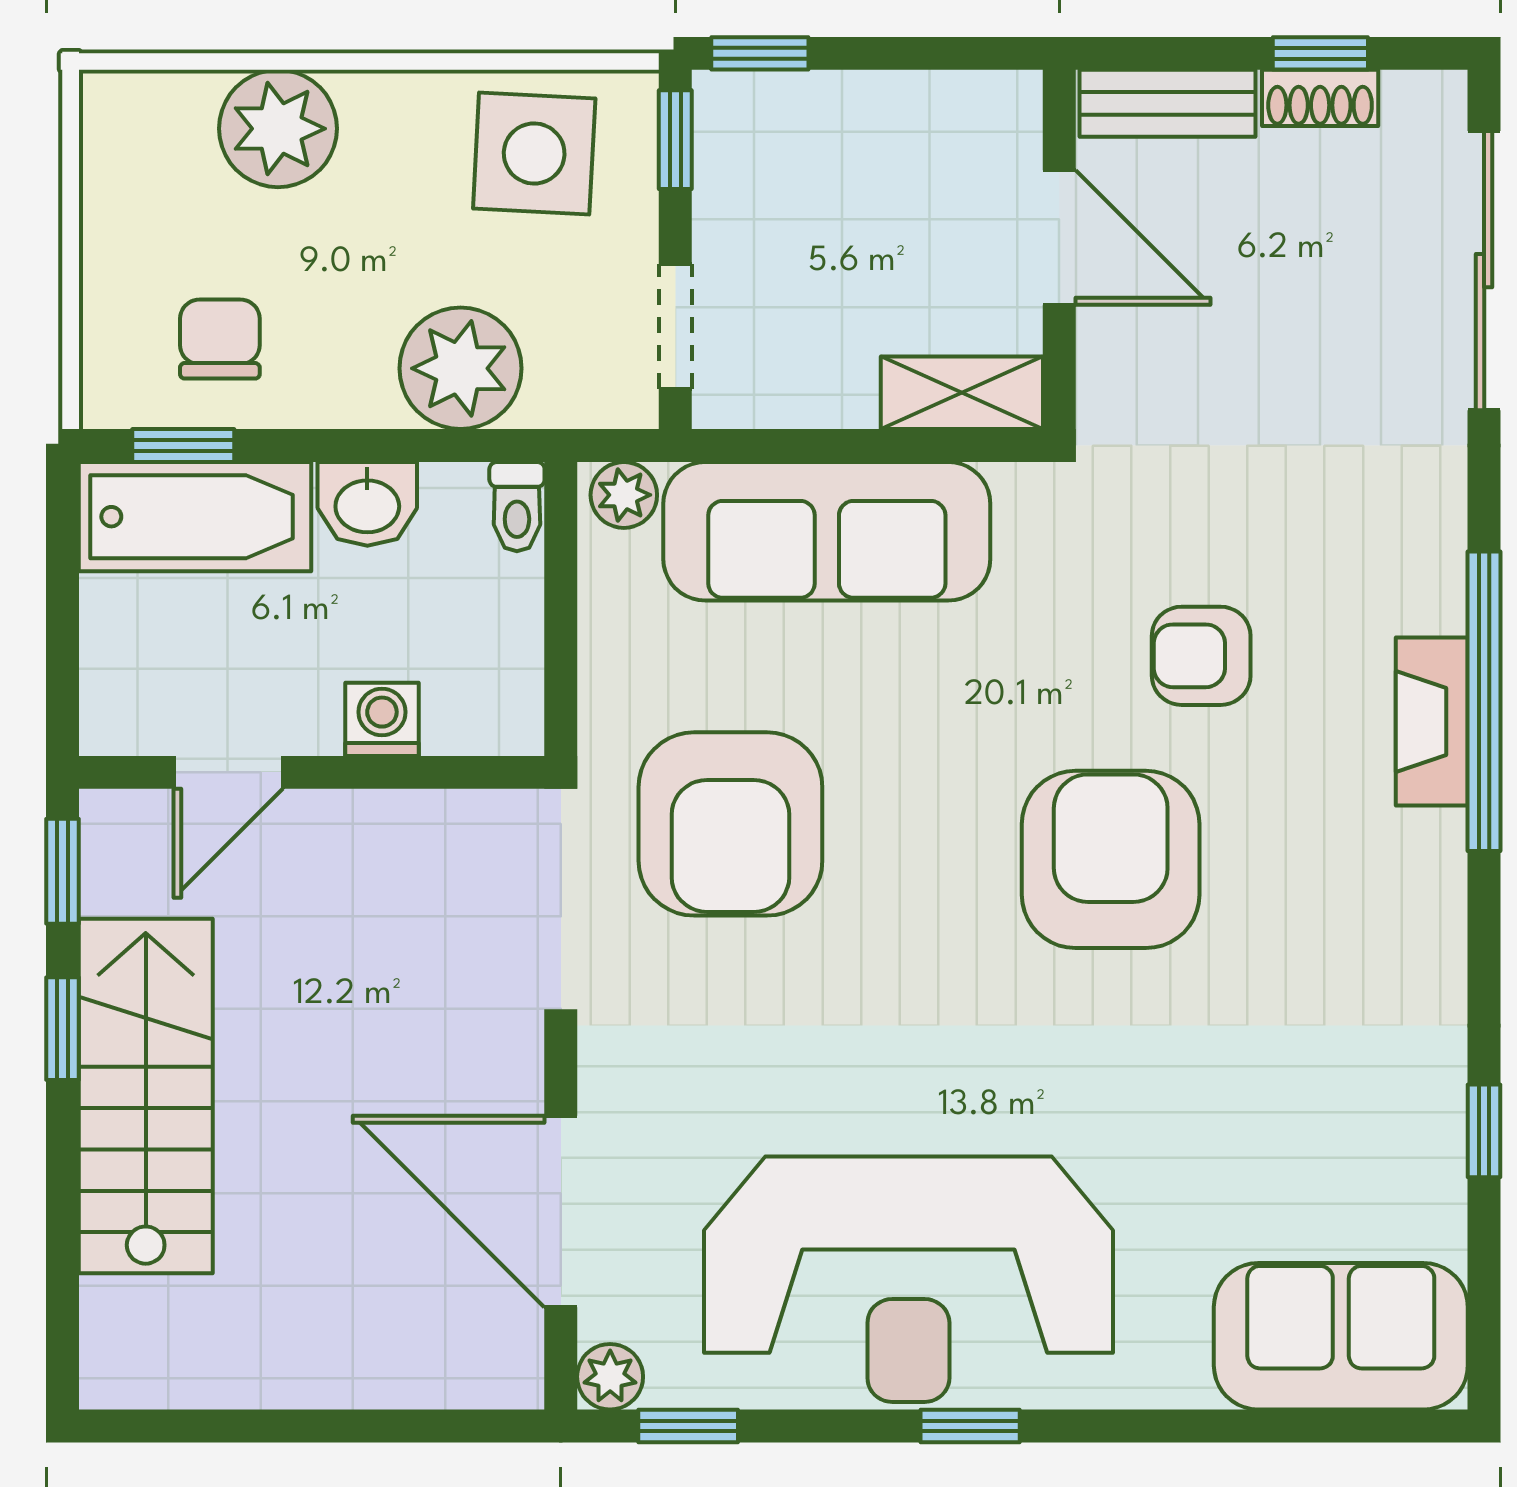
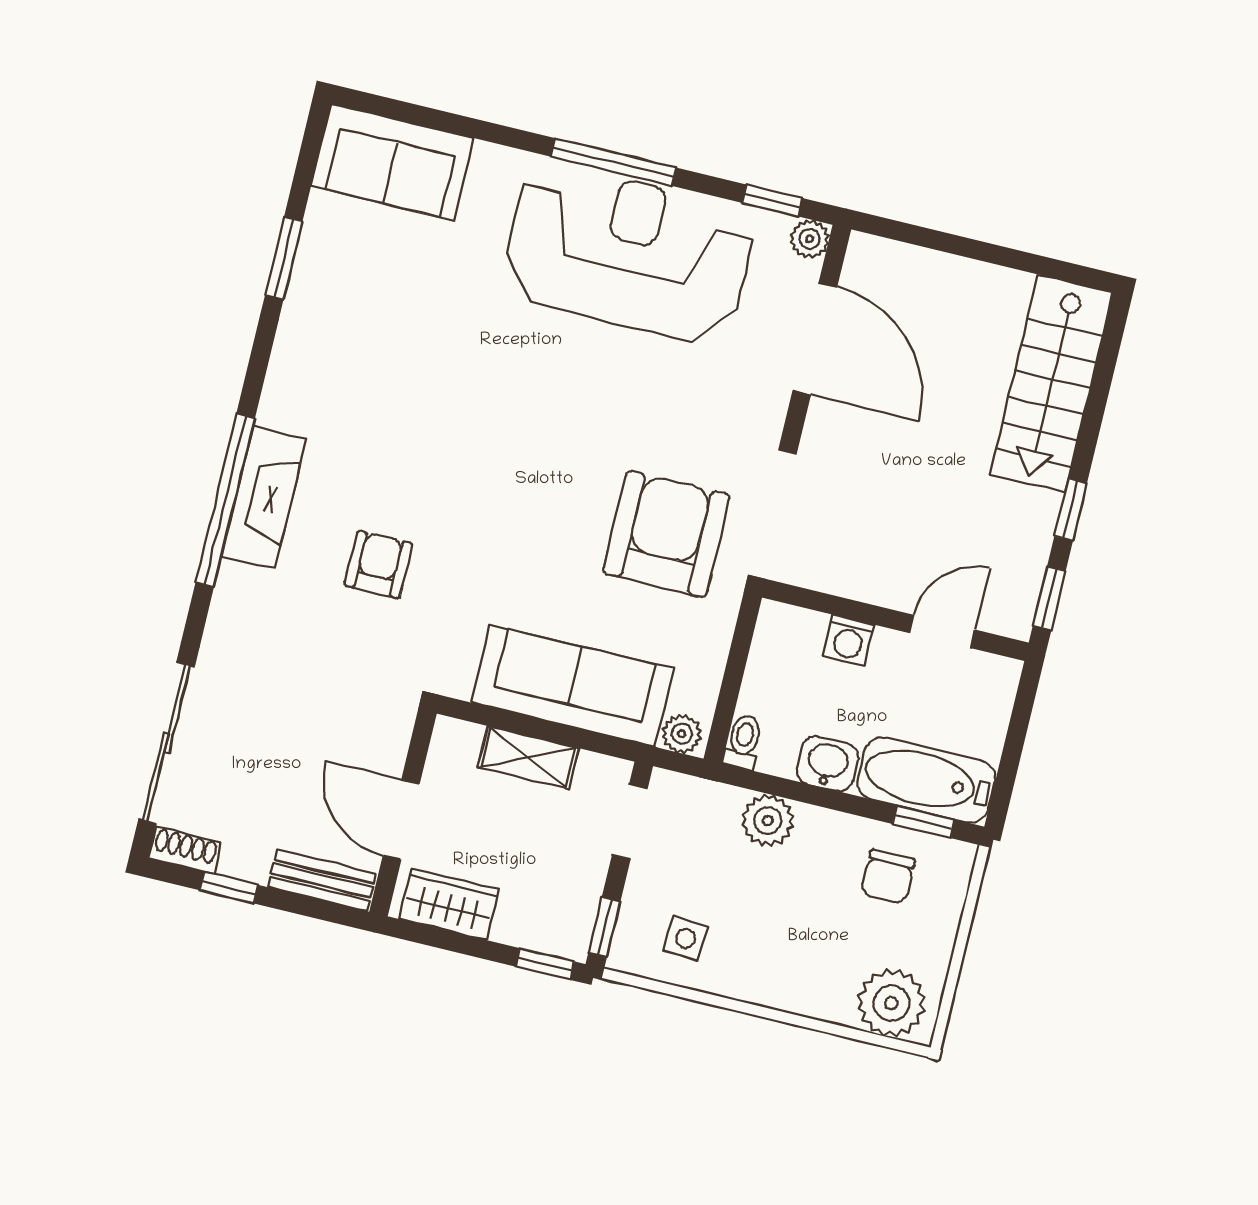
shoe rack: (1320, 98) -> (185, 850), moved
wardrobe: (945, 115) -> (449, 904), added
plant: (278, 129) -> (891, 1003), moved
side table: (534, 154) -> (686, 938), width x0.54, depth x0.54
plant: (461, 368) -> (768, 820), width x0.73, depth x0.73
shelving: (962, 393) -> (528, 758), moved
armchair: (1201, 656) -> (378, 564), turned -90
fireplace: (1432, 722) -> (264, 498), width x1.37, depth x1.32
armchair: (1111, 859) -> (457, 462), removed
stairs: (146, 1096) -> (1052, 384), moved
window: (1484, 1131) -> (284, 258), width x1.50
window: (970, 1426) -> (613, 162), width x2.17

